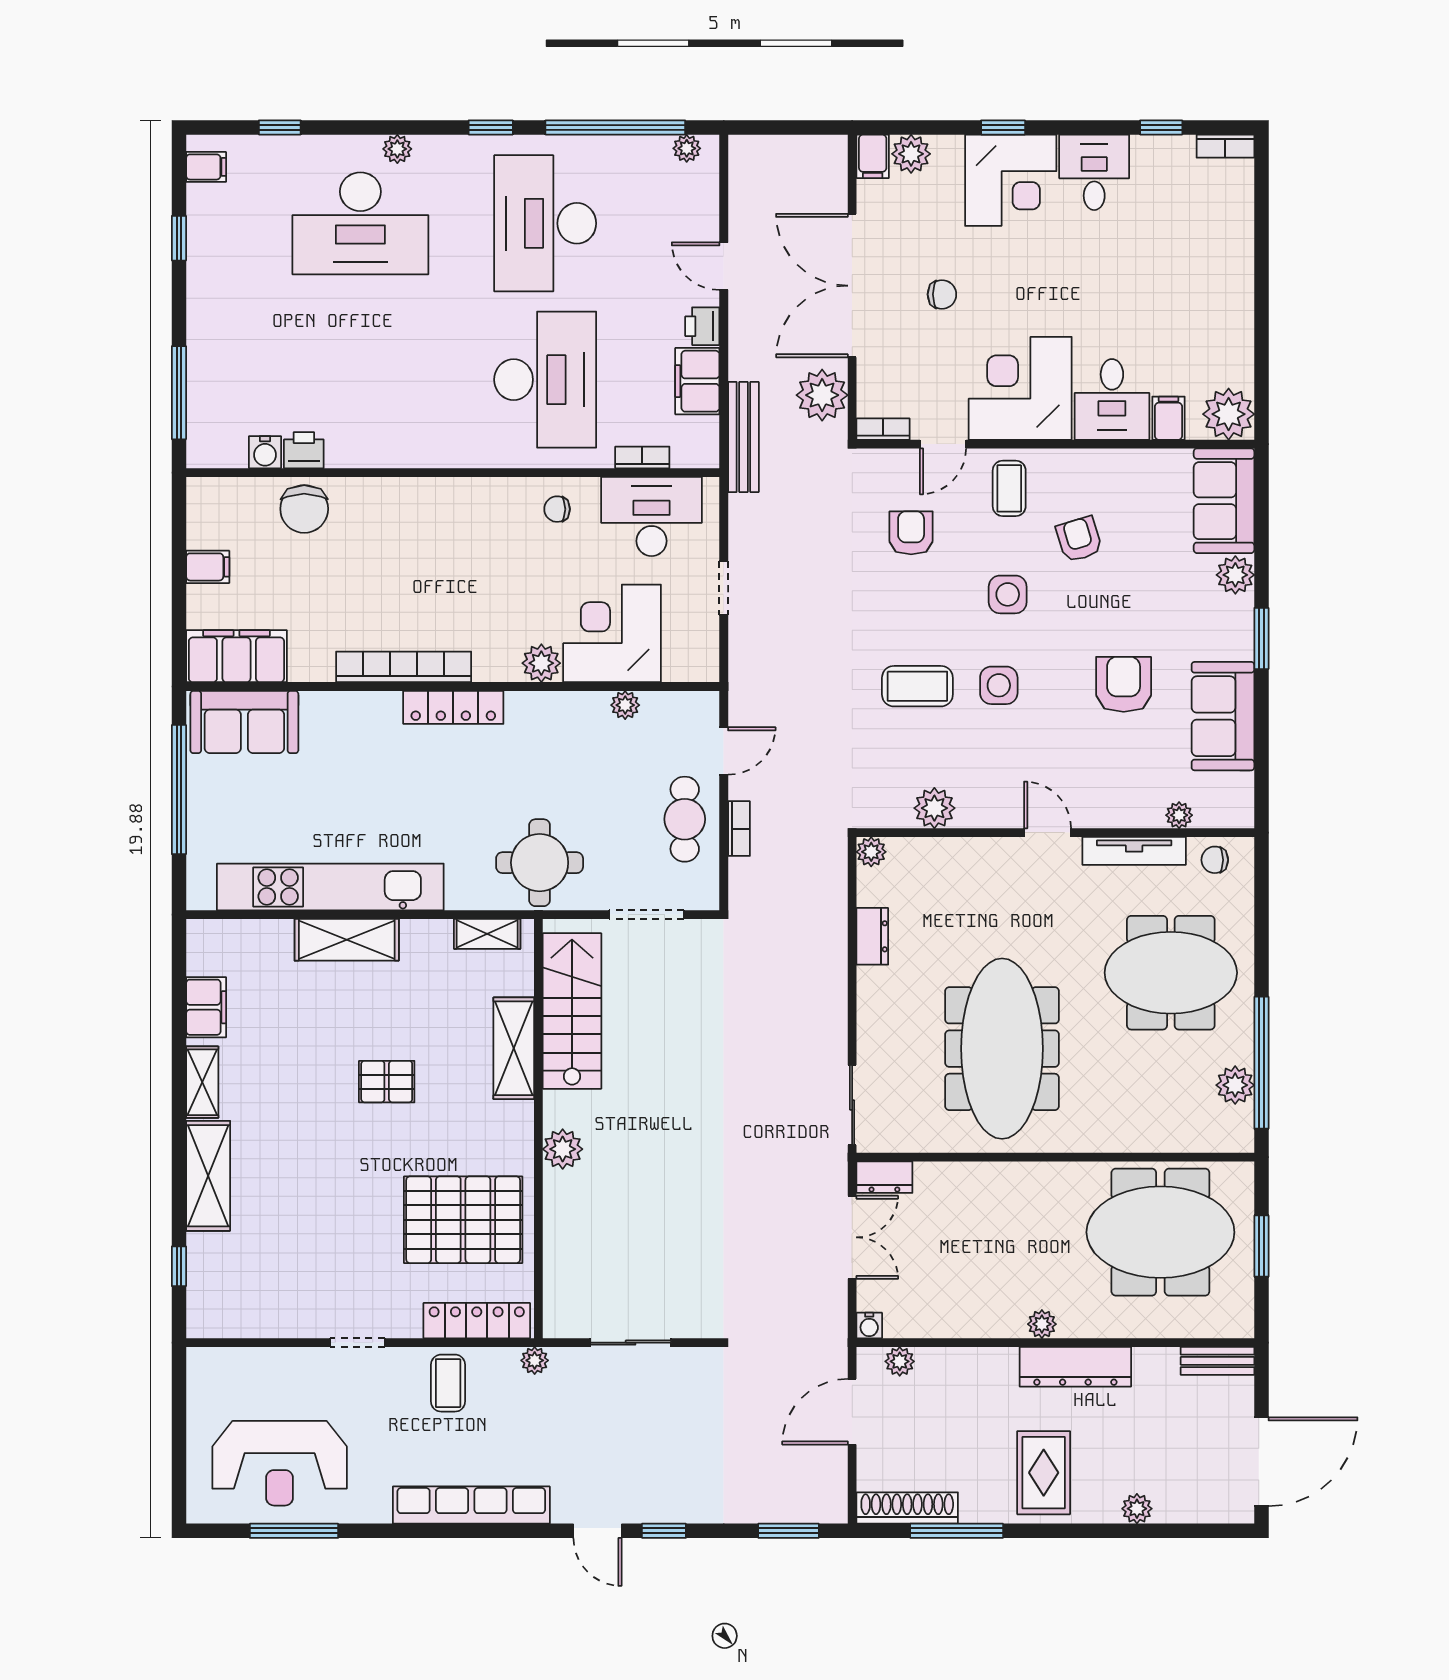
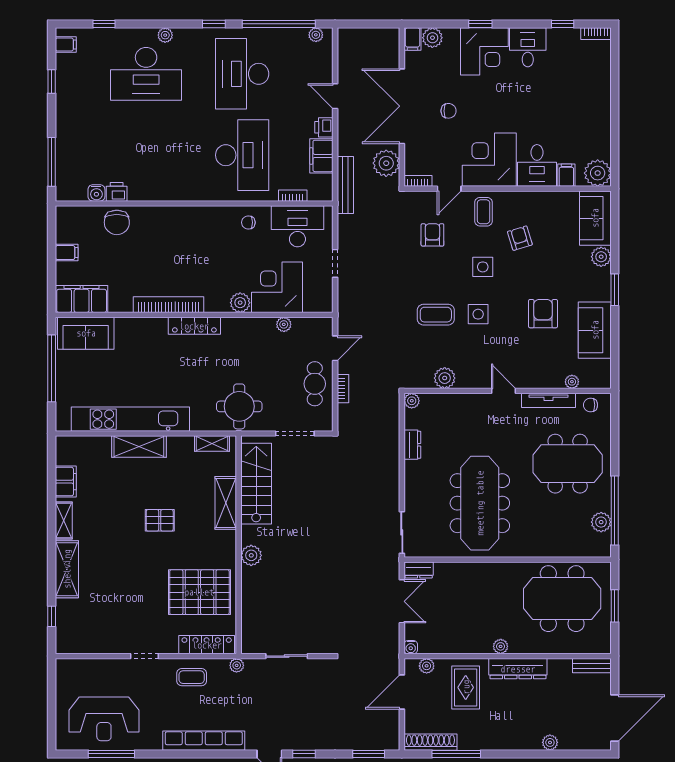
coffee table: (448, 1383) -> (192, 677), turned 90
rug: (1044, 1473) -> (466, 687), moved

